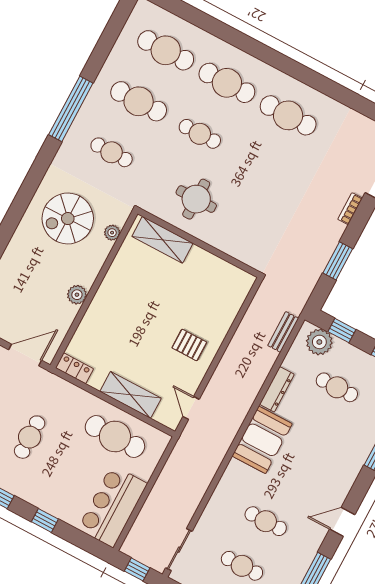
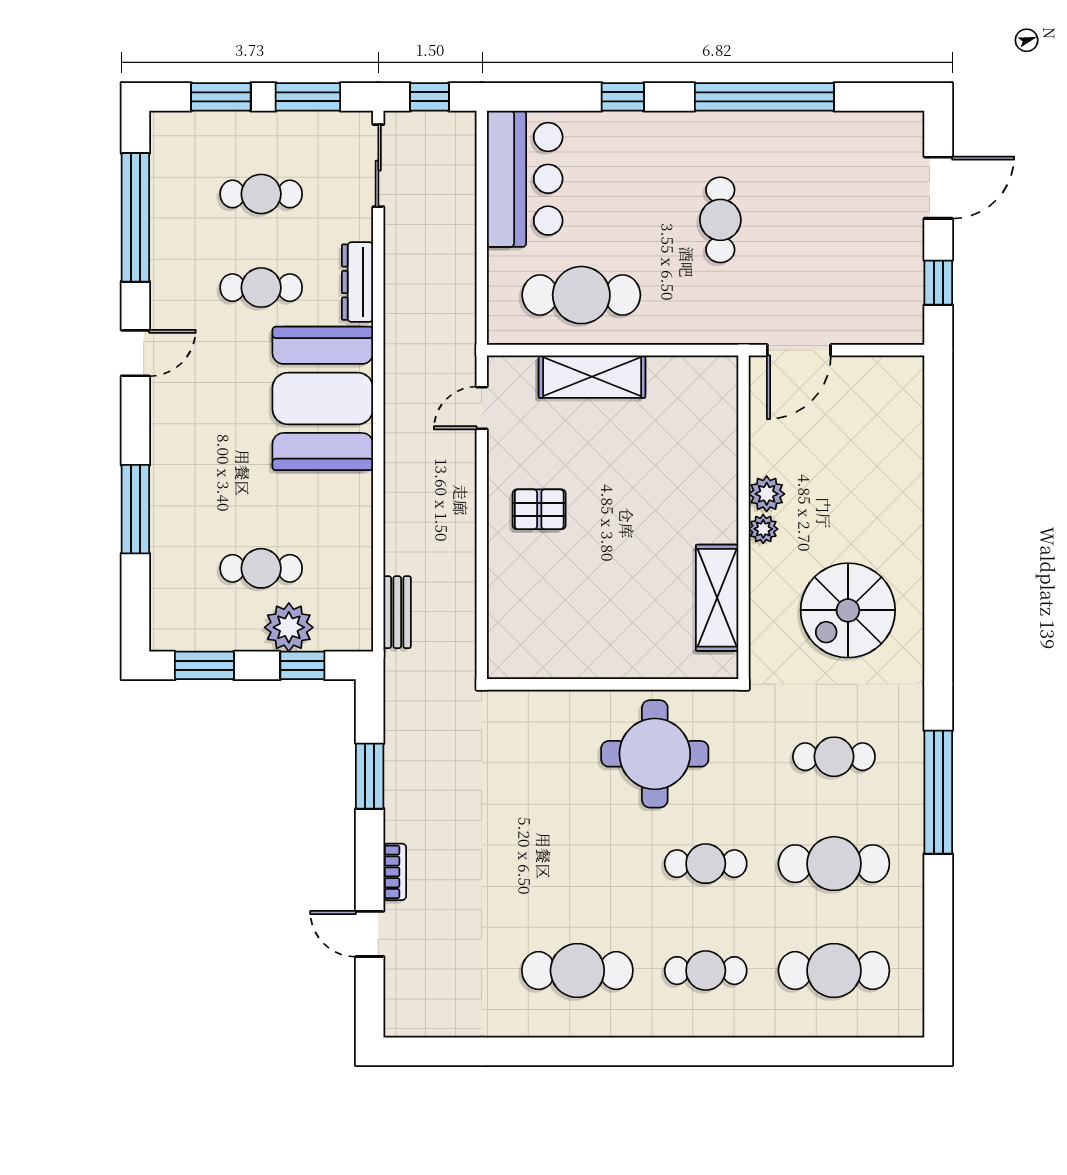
cafe table: (227, 83) -> (706, 971), width x0.73, depth x0.74
round table: (196, 199) -> (655, 754), width x1.36, depth x1.36
spiral stairs: (68, 219) -> (848, 610), turned 180
plant: (112, 233) -> (763, 529), moved
shelving: (163, 240) -> (717, 598), moved, turned 90
plant: (319, 342) -> (289, 627), moved
locker: (74, 368) -> (707, 371), removed
dresser: (277, 389) -> (358, 282), moved
door: (191, 408) -> (482, 408), swing flipped
booth: (262, 440) -> (323, 398), width x1.36, depth x1.42

